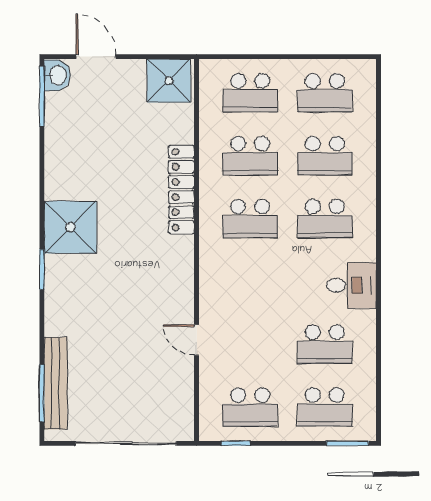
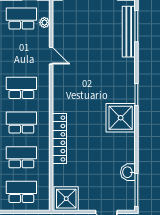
washbasin: (57, 75) -> (128, 172), moved
school desk: (250, 281) -> (21, 88), added
plant: (208, 400) -> (44, 22), added

